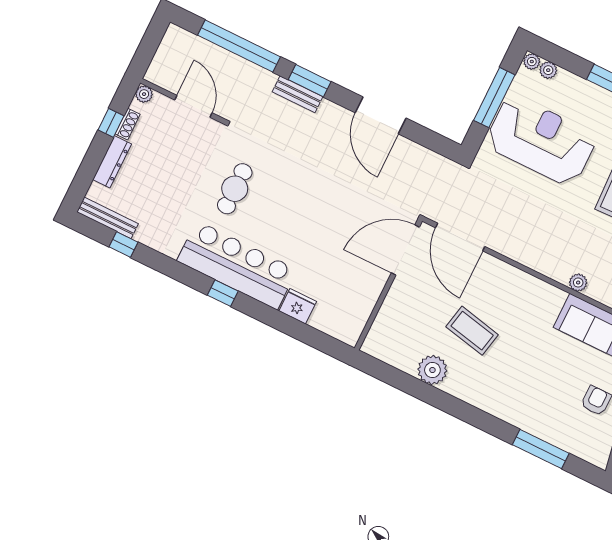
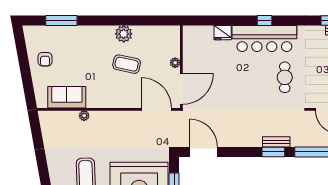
door: (381, 115) -> (204, 152), moved
plant: (395, 296) -> (175, 63), added
plant: (432, 370) -> (124, 34), moved

